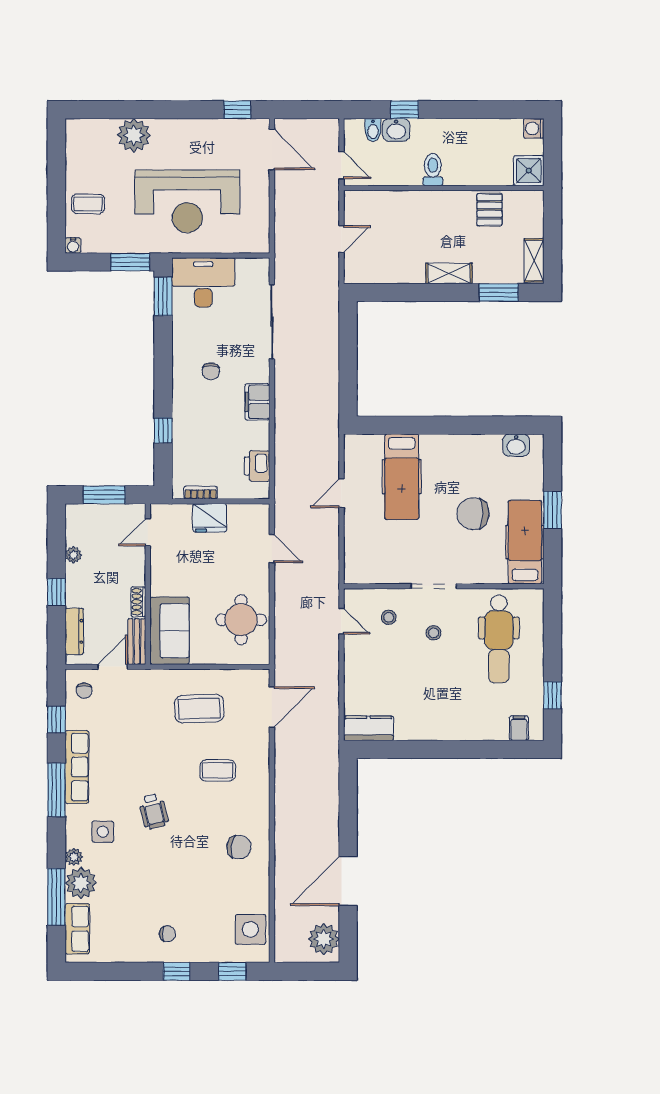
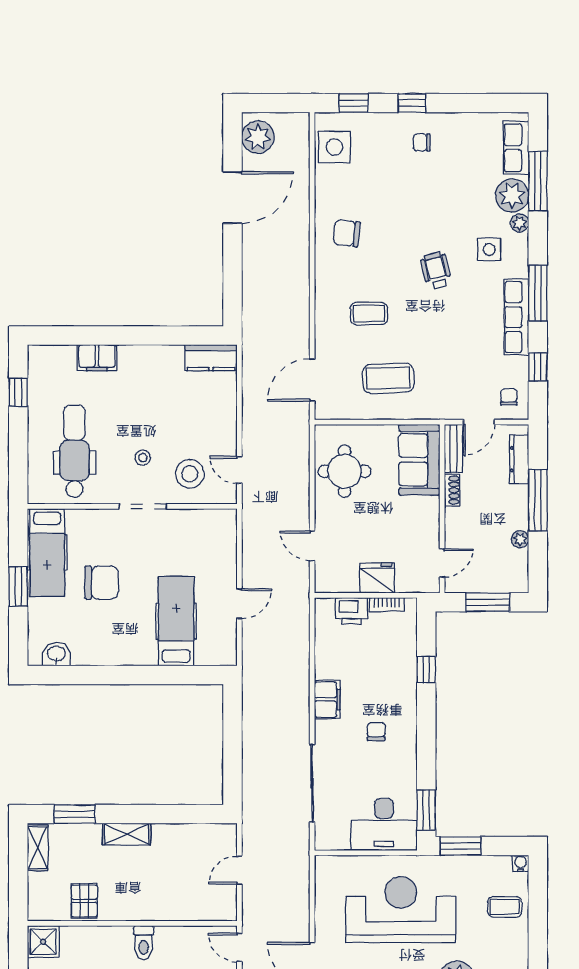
printer: (257, 466) -> (352, 611), moved, turned 90
window: (56, 592) -> (538, 500), width x2.17
stool: (389, 617) -> (190, 474), width x1.89, depth x1.89
filing cabinet: (519, 728) -> (97, 358), moved, width x2.00

